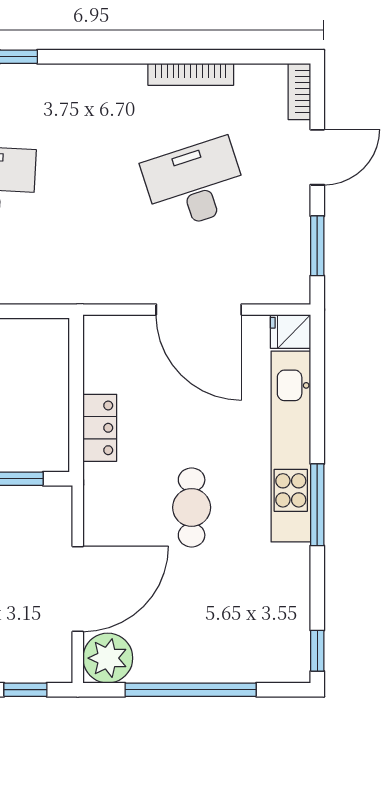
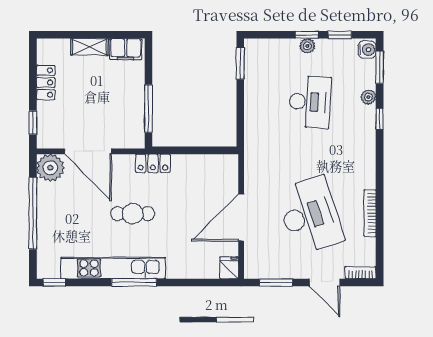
desk: (195, 184) -> (310, 215), width x1.36, depth x1.30
locker: (100, 428) -> (153, 163), moved
kitchen unit: (291, 446) -> (113, 268), moved

